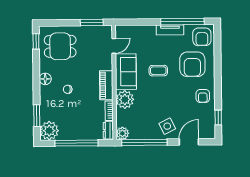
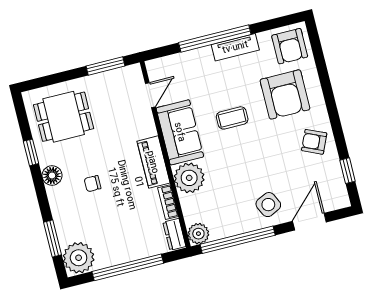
window: (182, 22) -> (215, 38), moved
window: (36, 41) -> (31, 152), moved
armchair: (203, 96) -> (314, 142), turned 114

